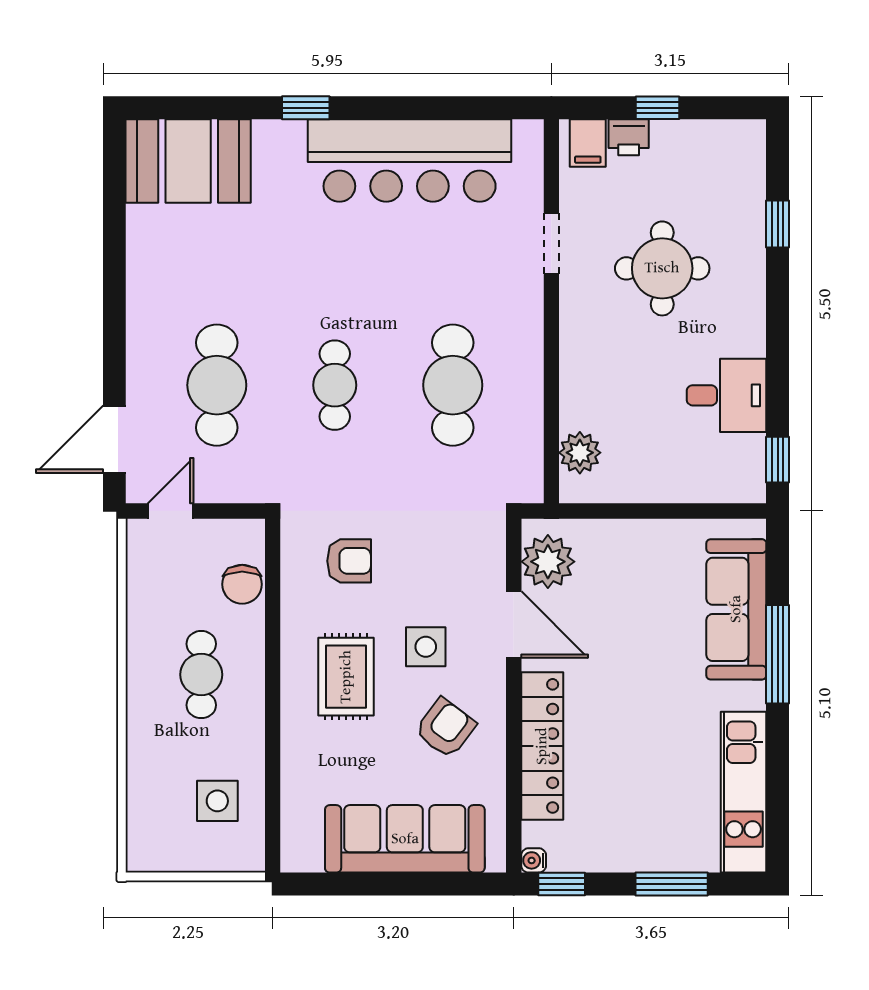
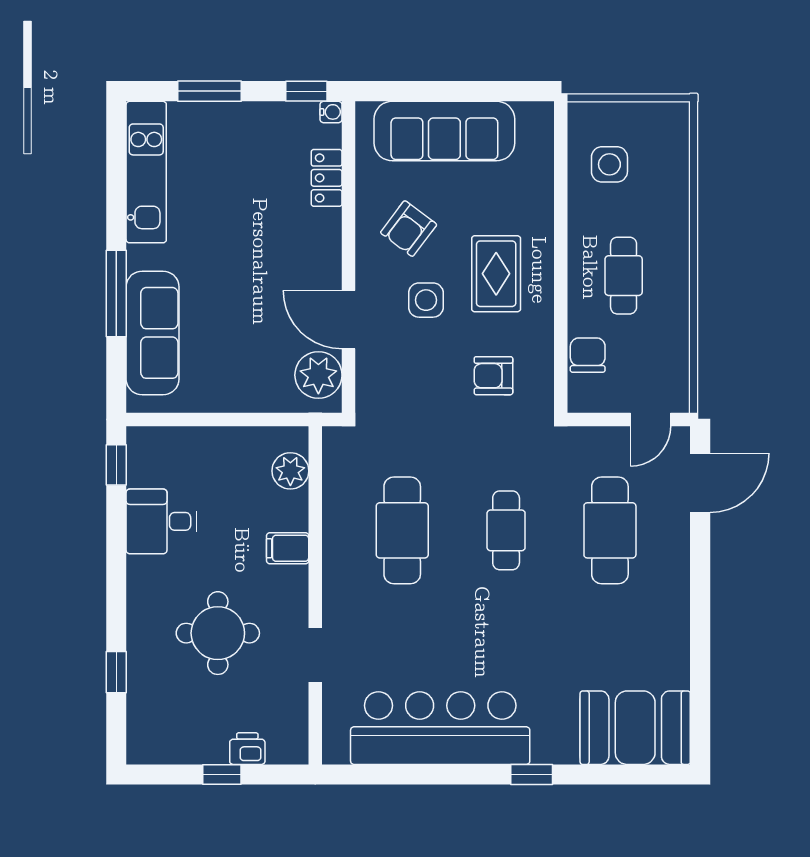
filing cabinet: (588, 143) -> (288, 548), moved, turned -90
locker: (542, 746) -> (327, 178), width x0.46, depth x0.83

